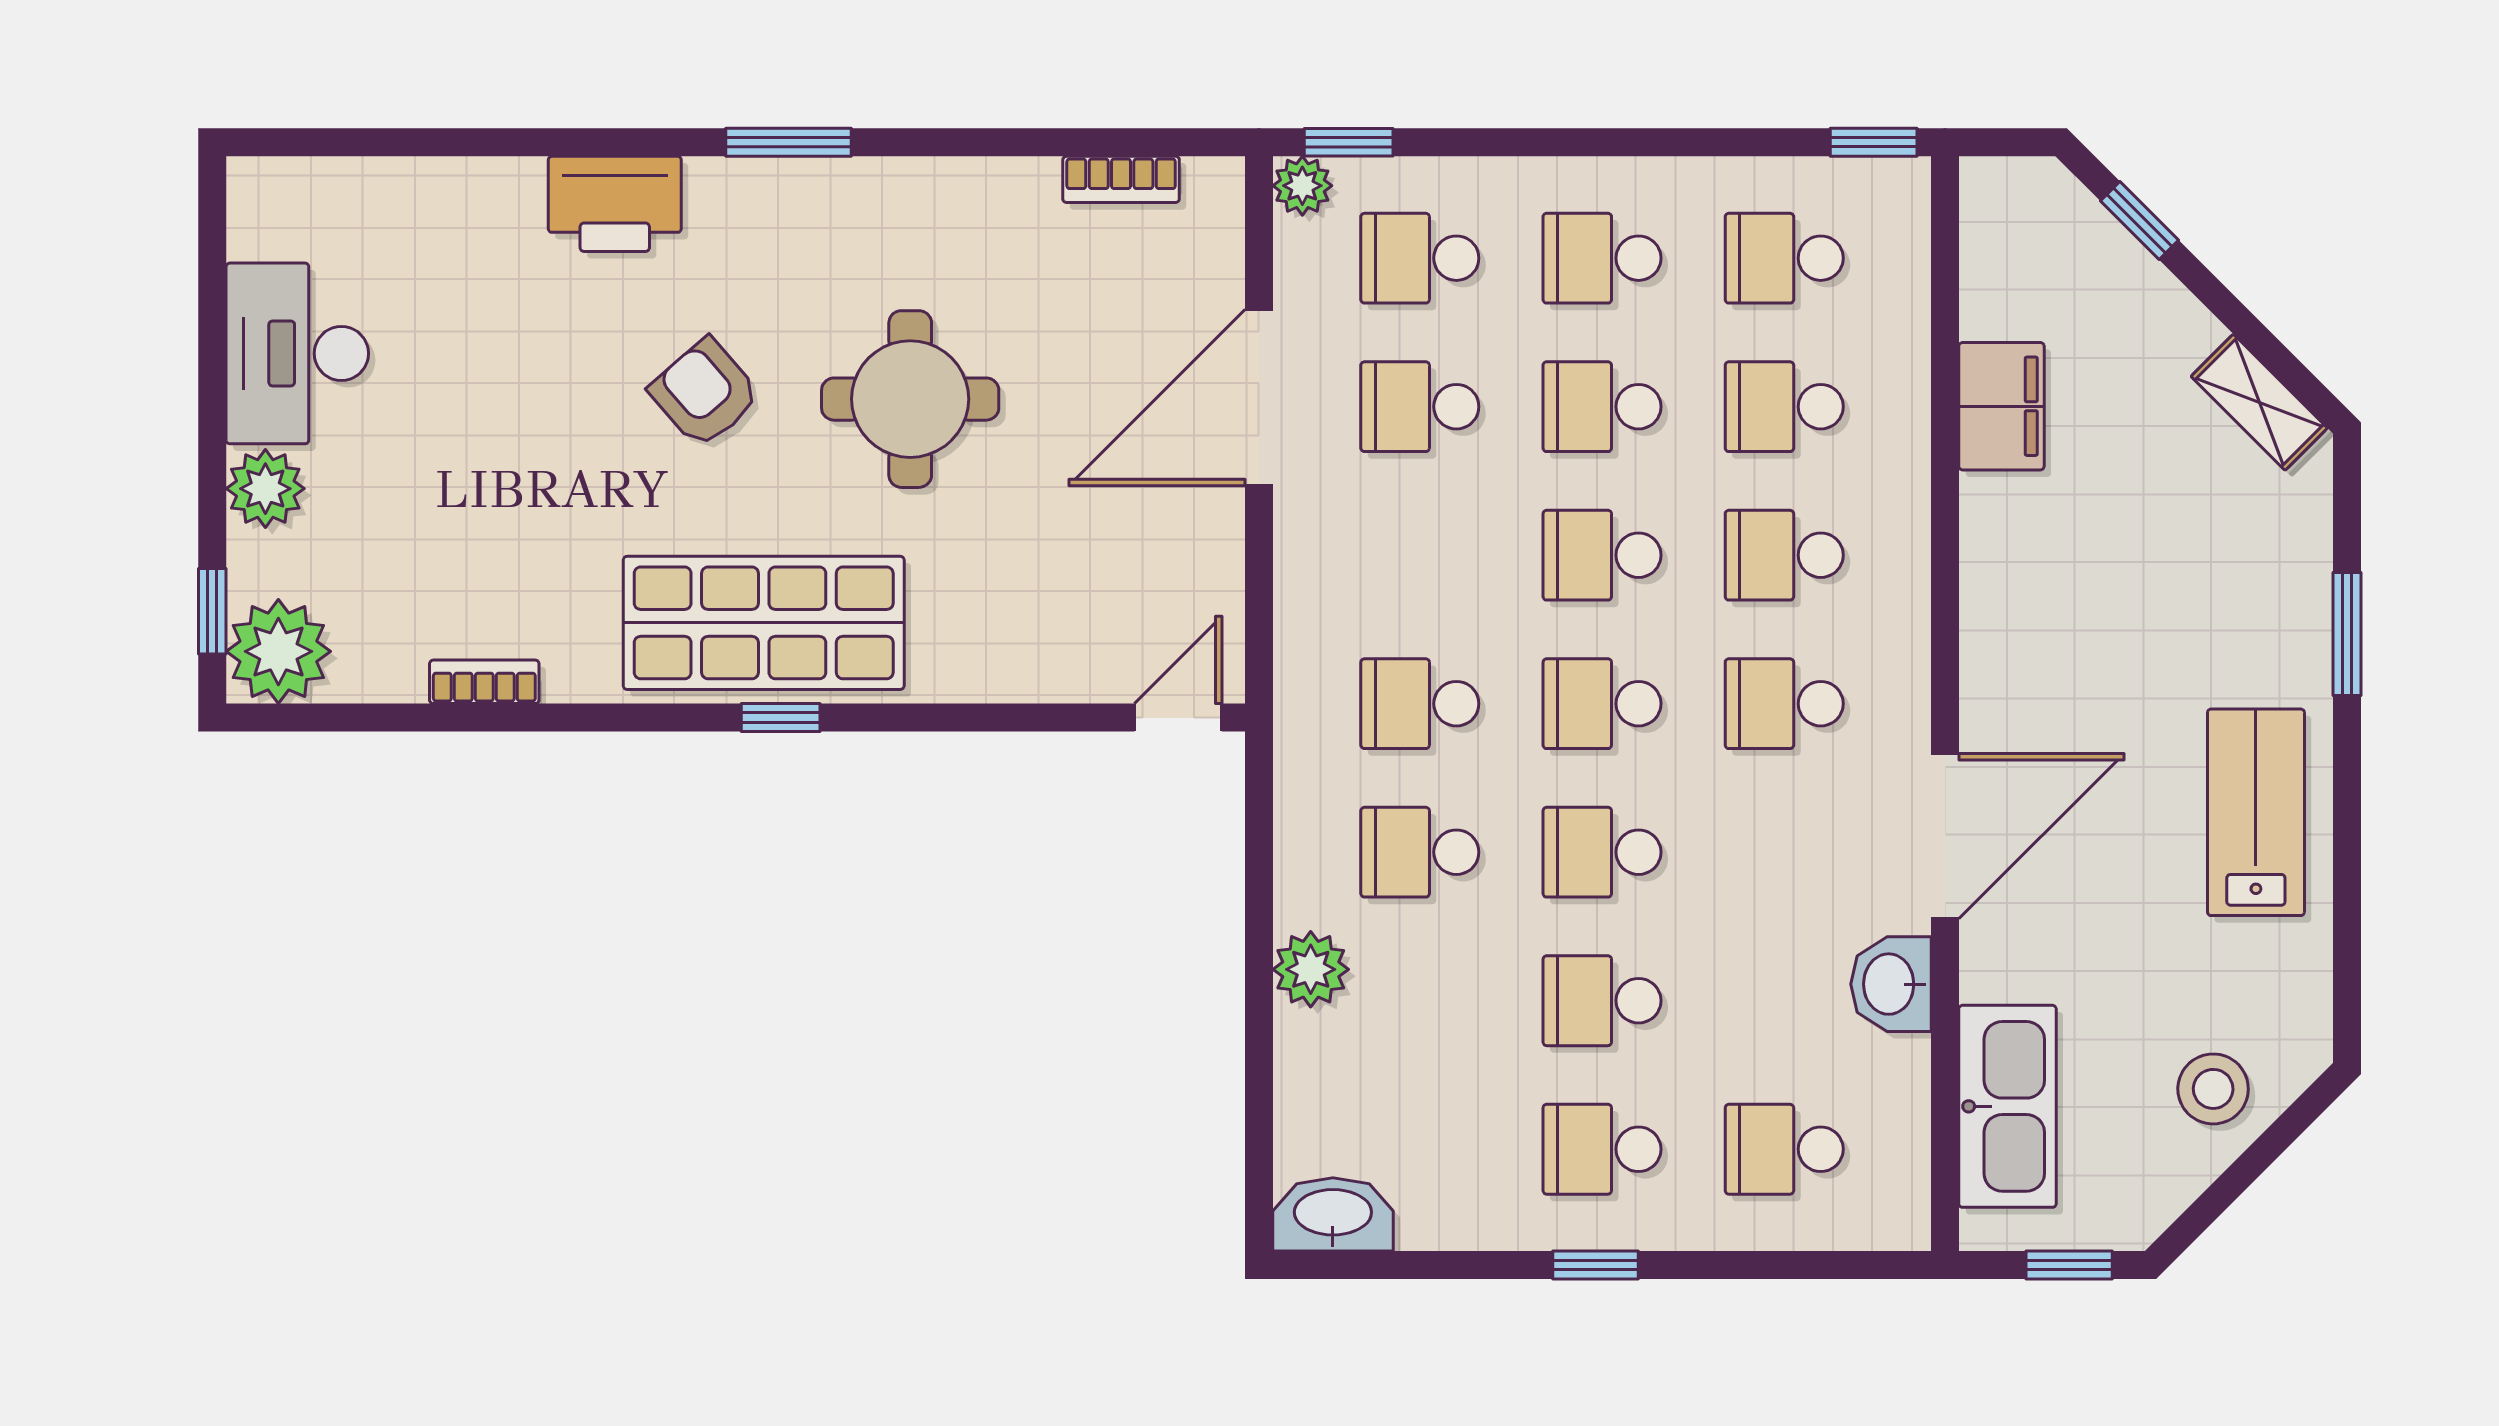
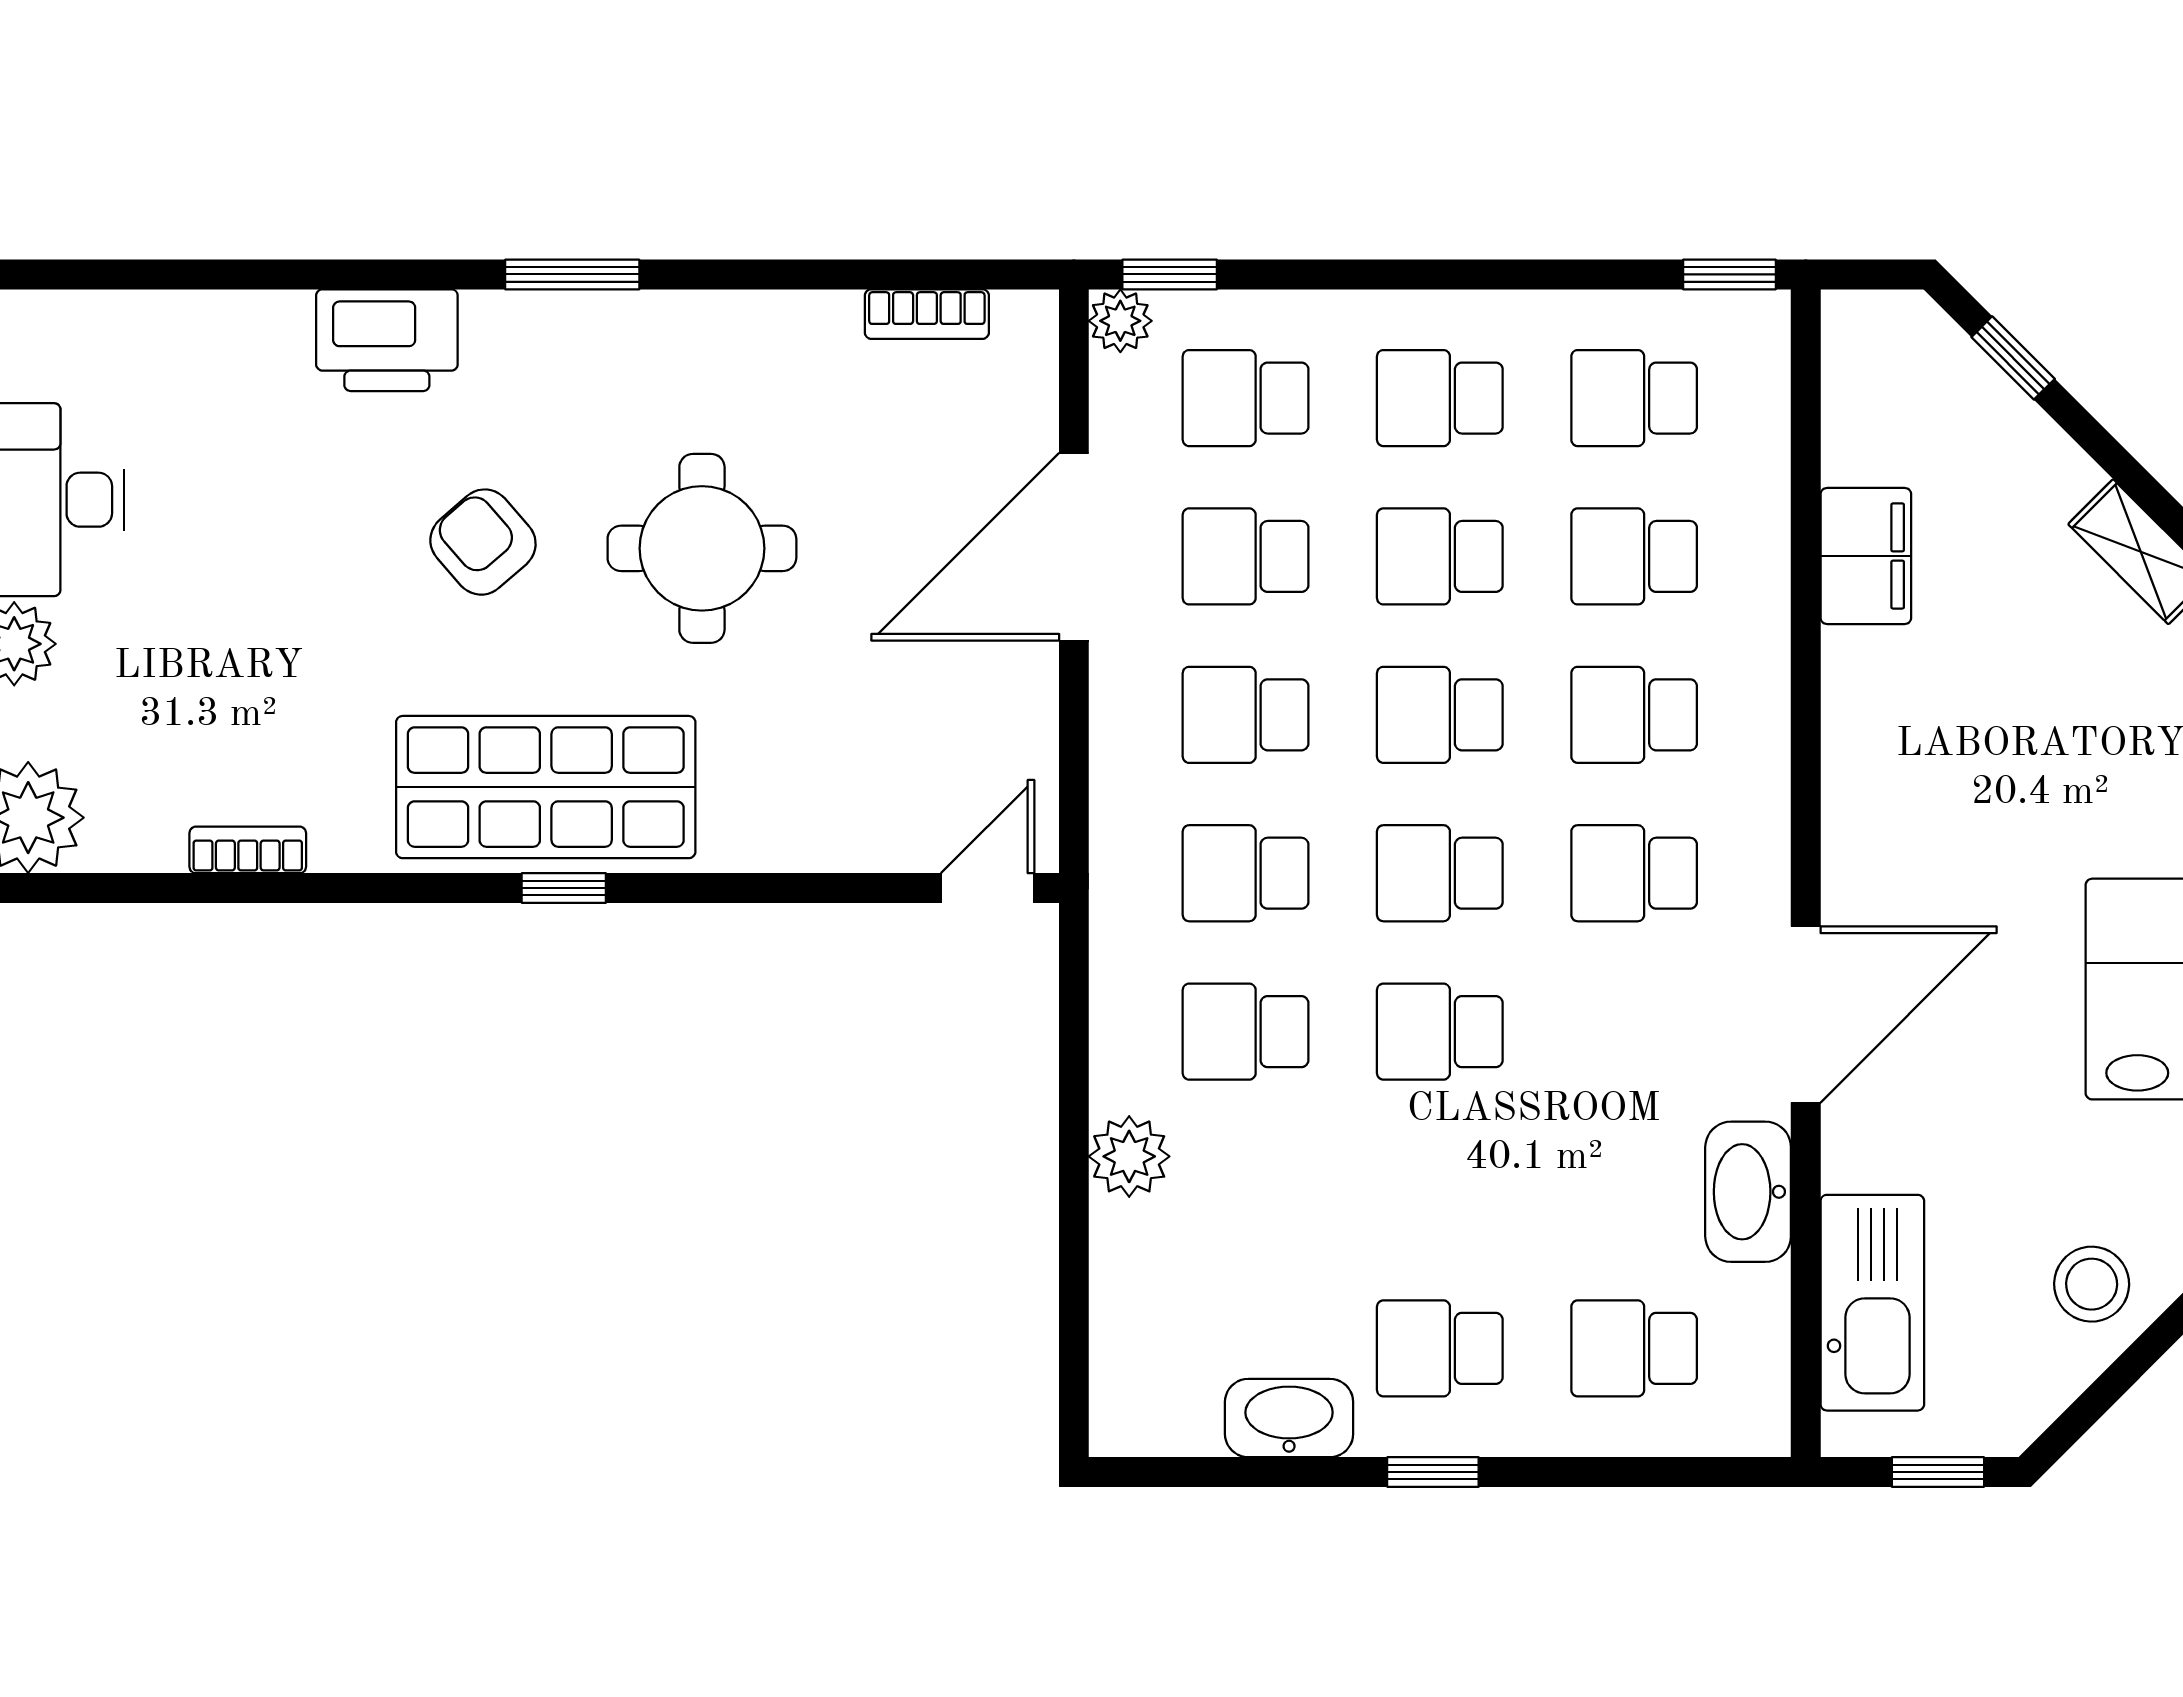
washbasin: (1891, 984) -> (1748, 1192), width x1.38
school desk: (1602, 1001) -> (1246, 715), moved
washbasin: (1333, 1214) -> (1289, 1418), moved

